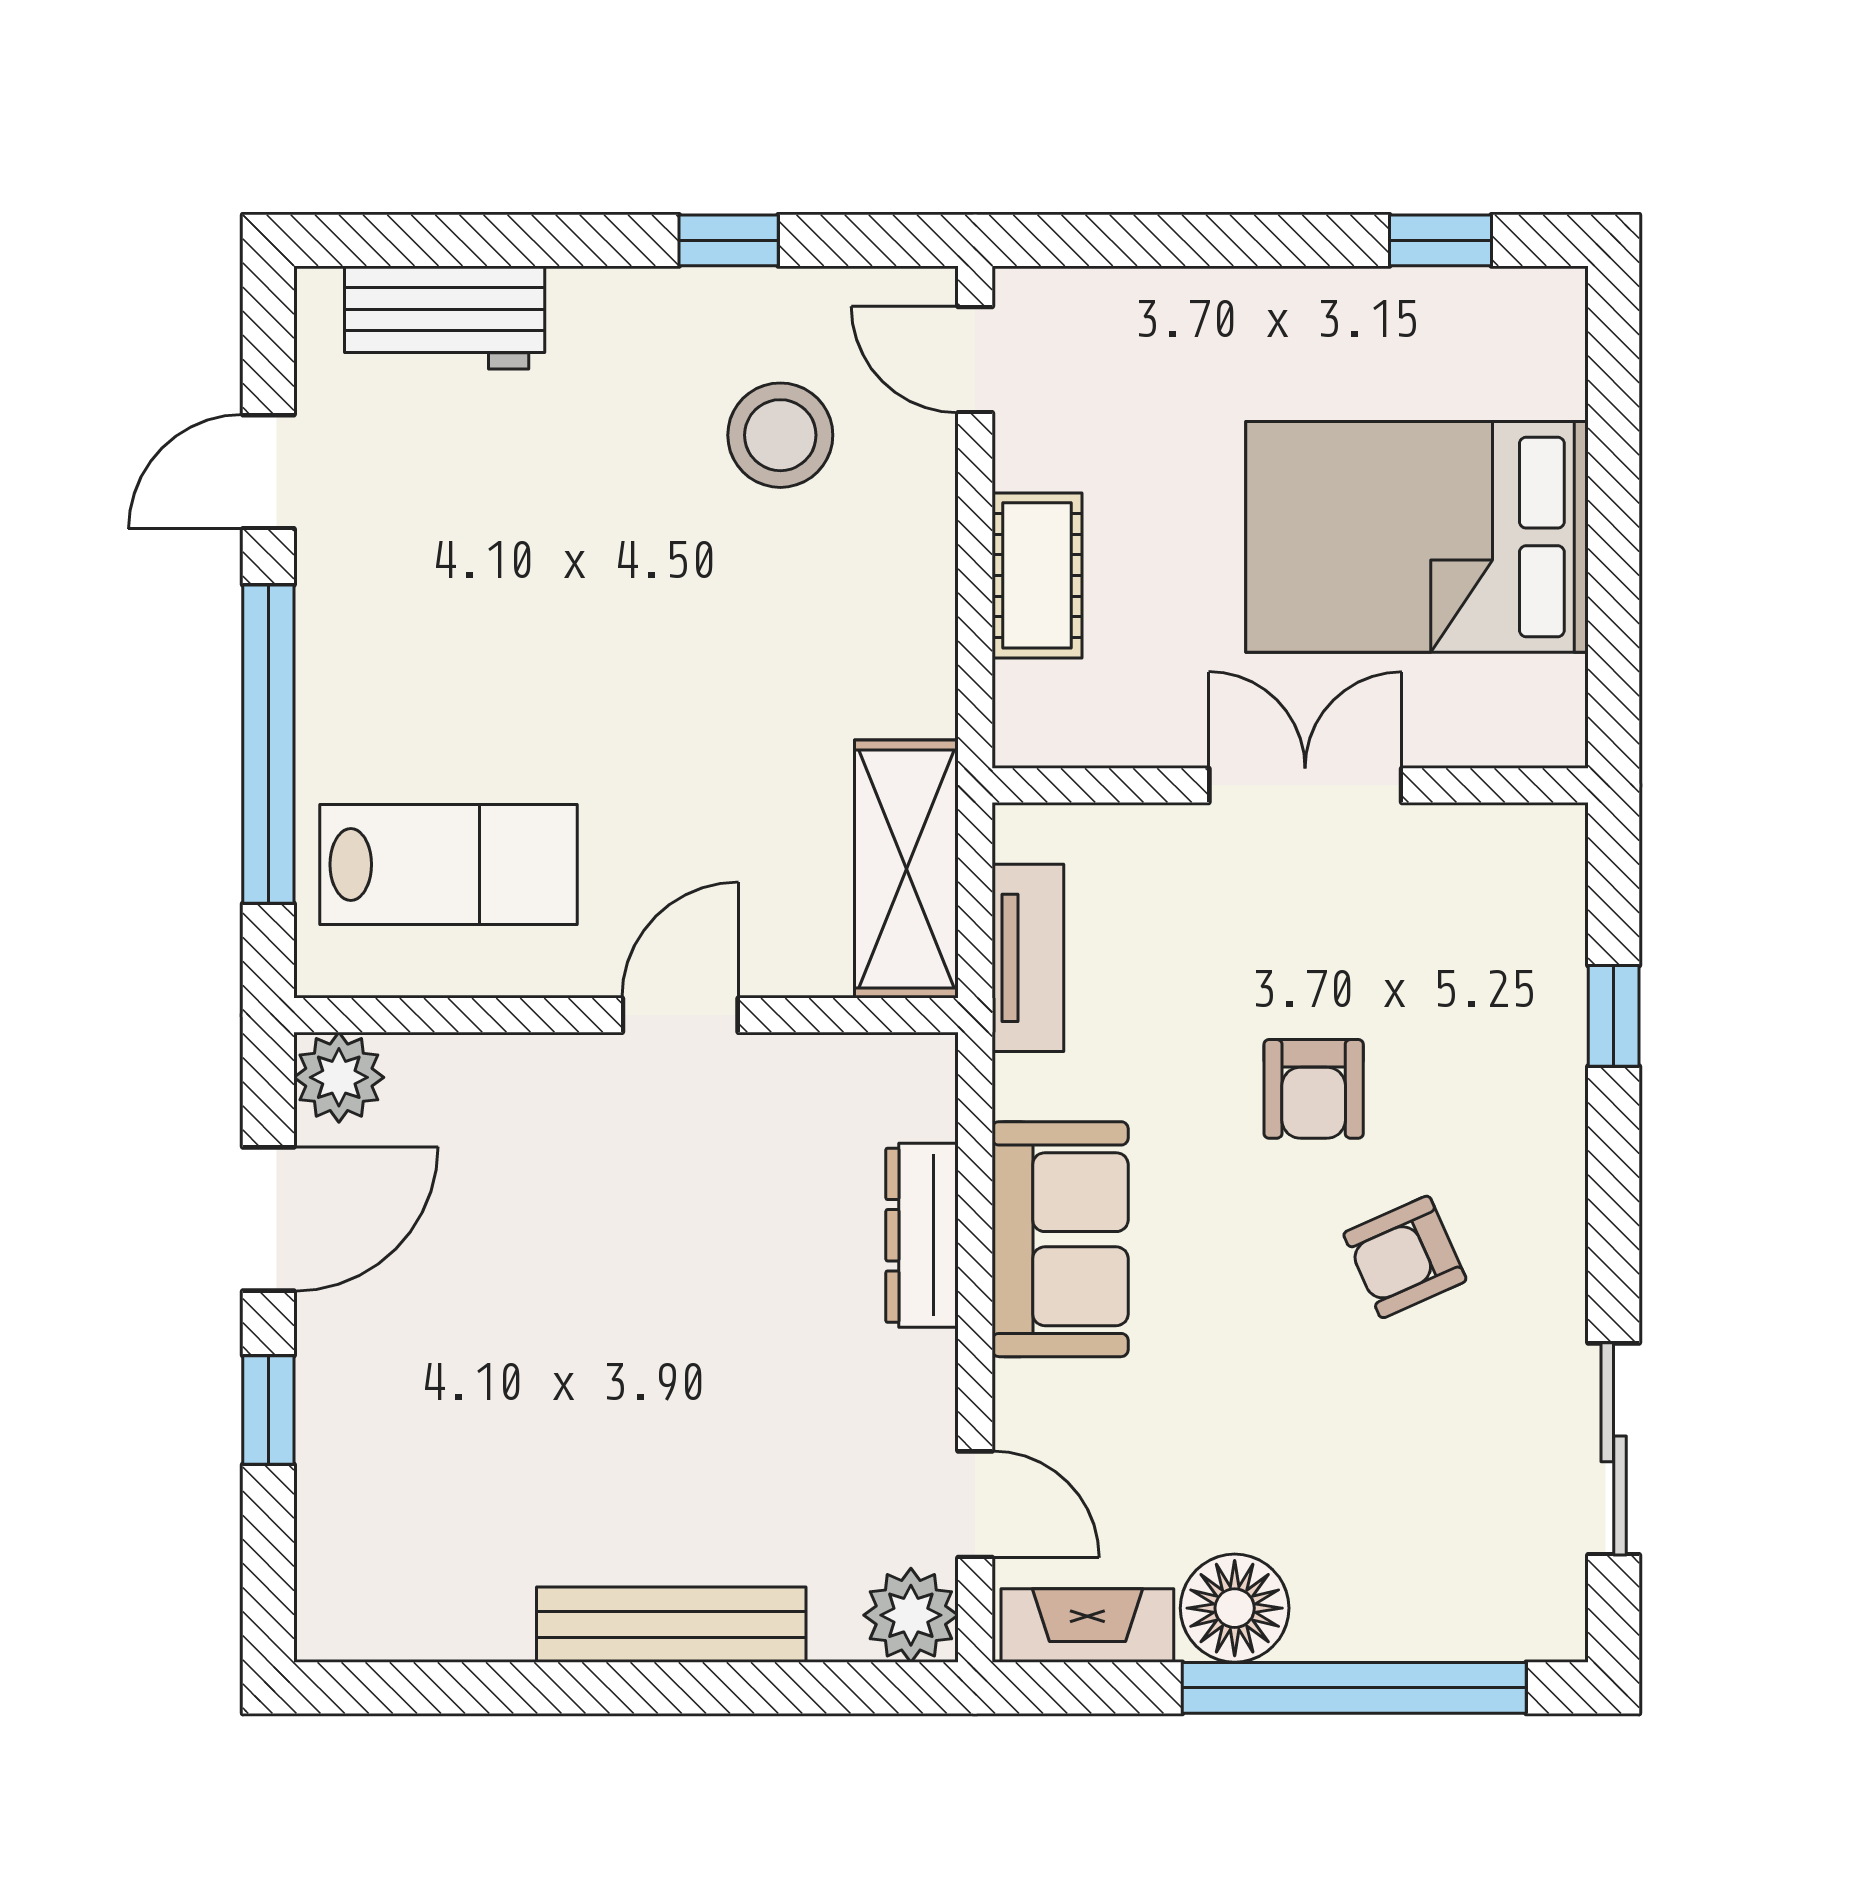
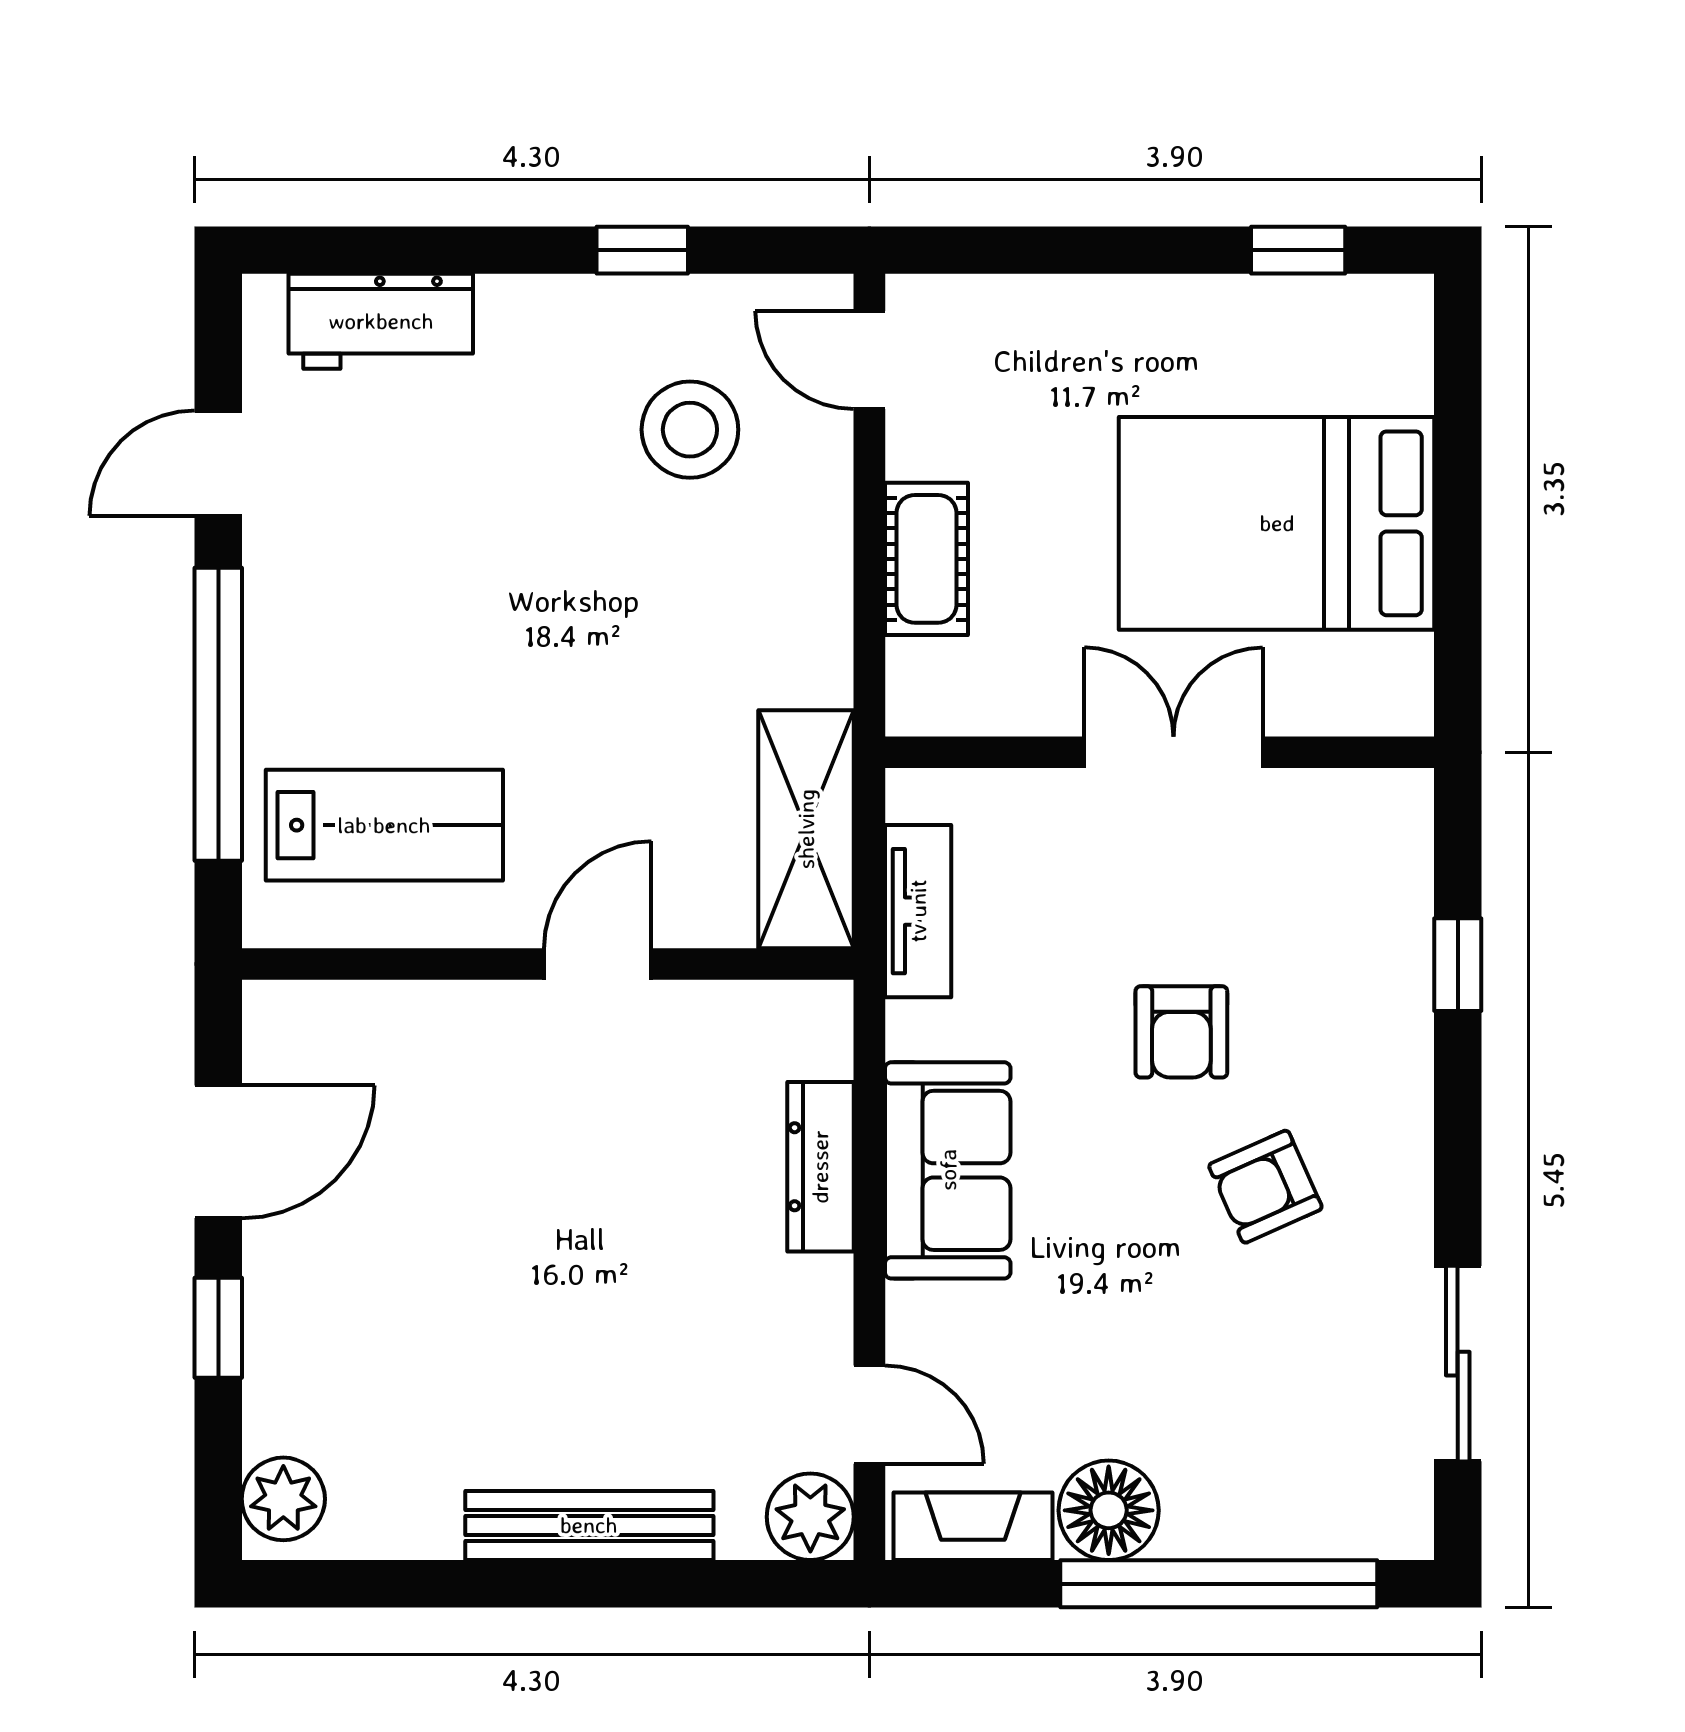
plant: (339, 1077) -> (283, 1499), moved

